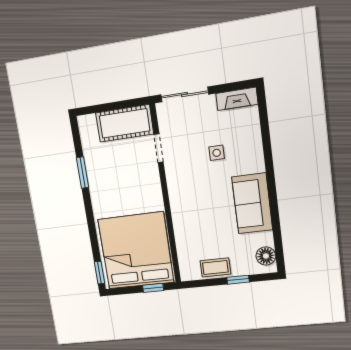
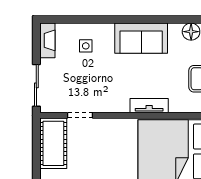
side table: (217, 153) -> (86, 46), moved
tv unit: (180, 221) -> (149, 106), added

